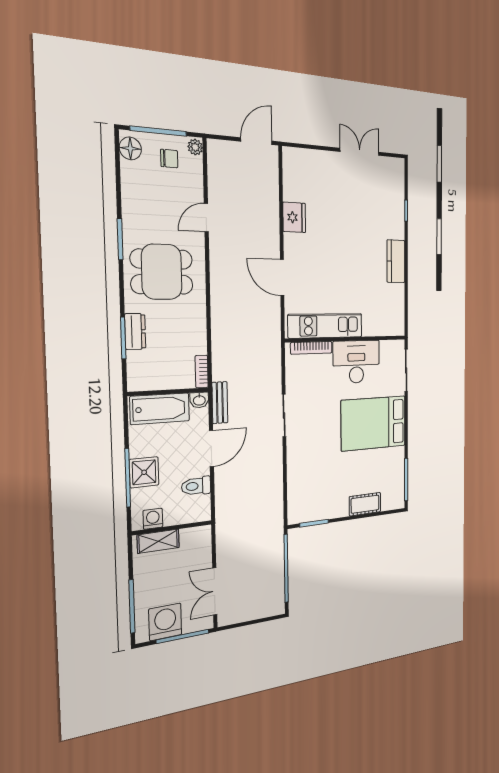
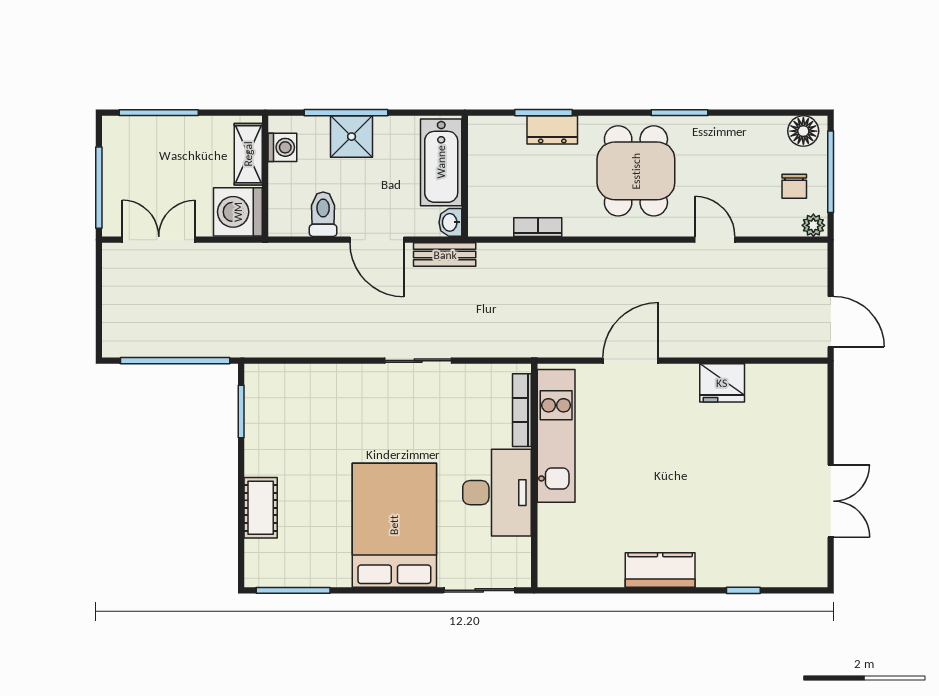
bookcase: (202, 372) -> (538, 227), moved
washing machine: (165, 622) -> (238, 212), moved, turned 180

